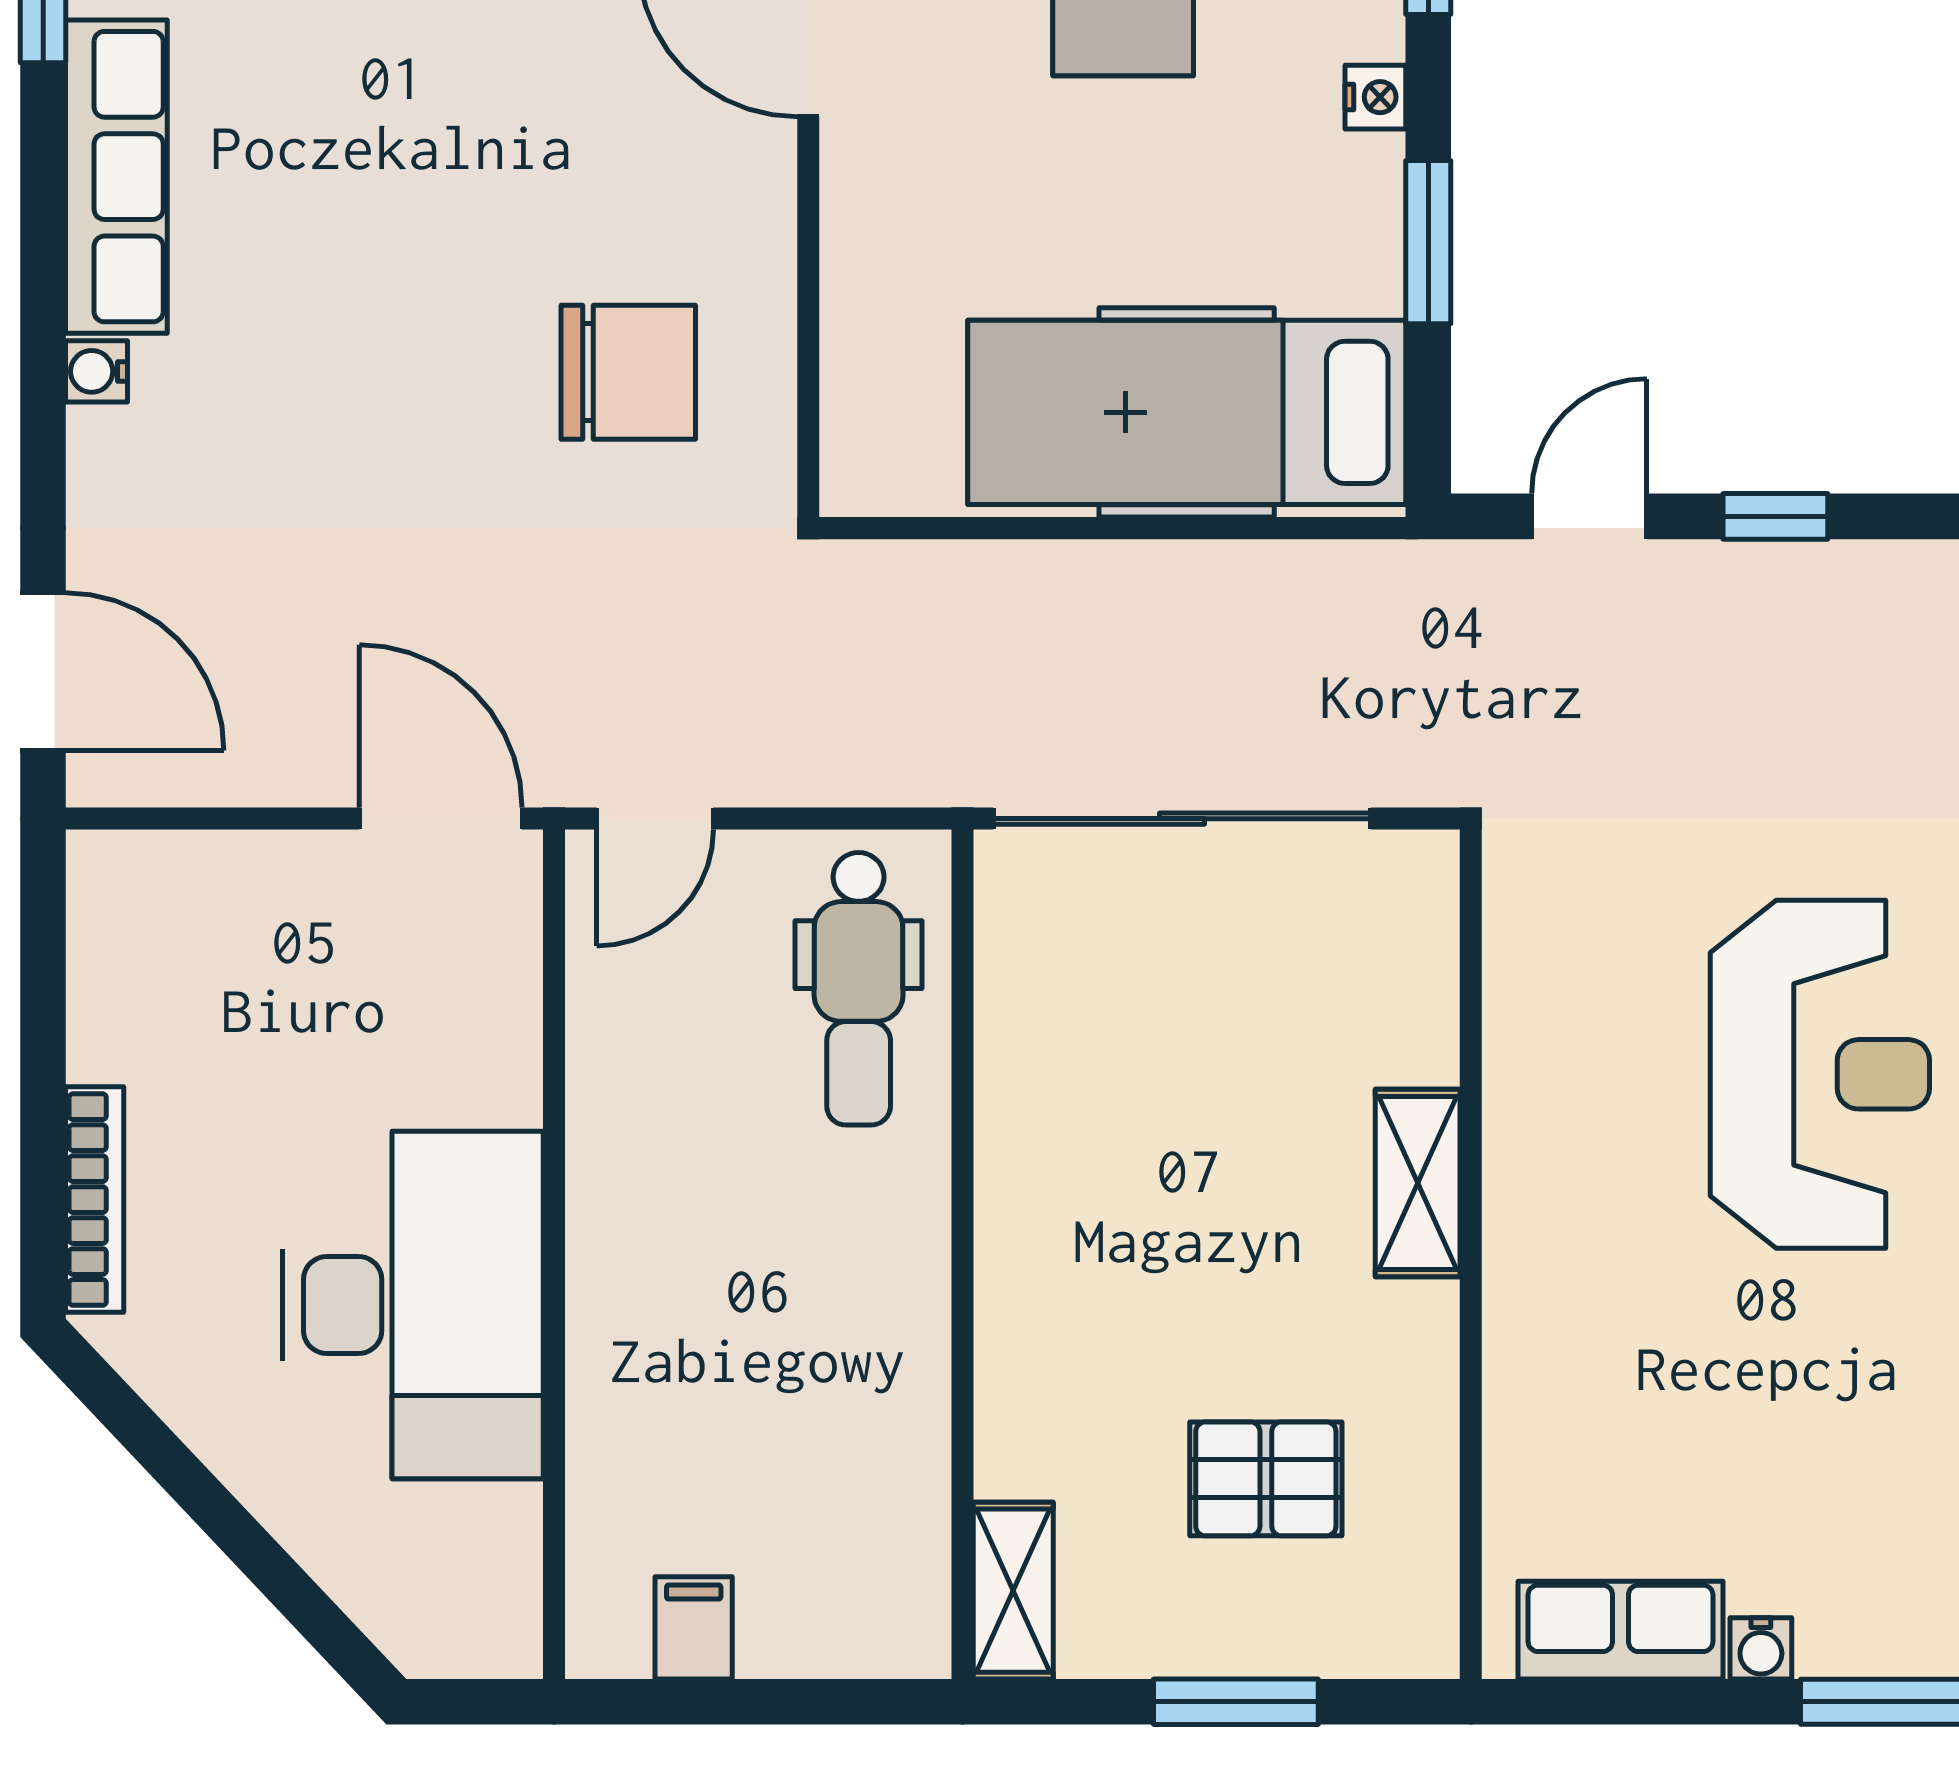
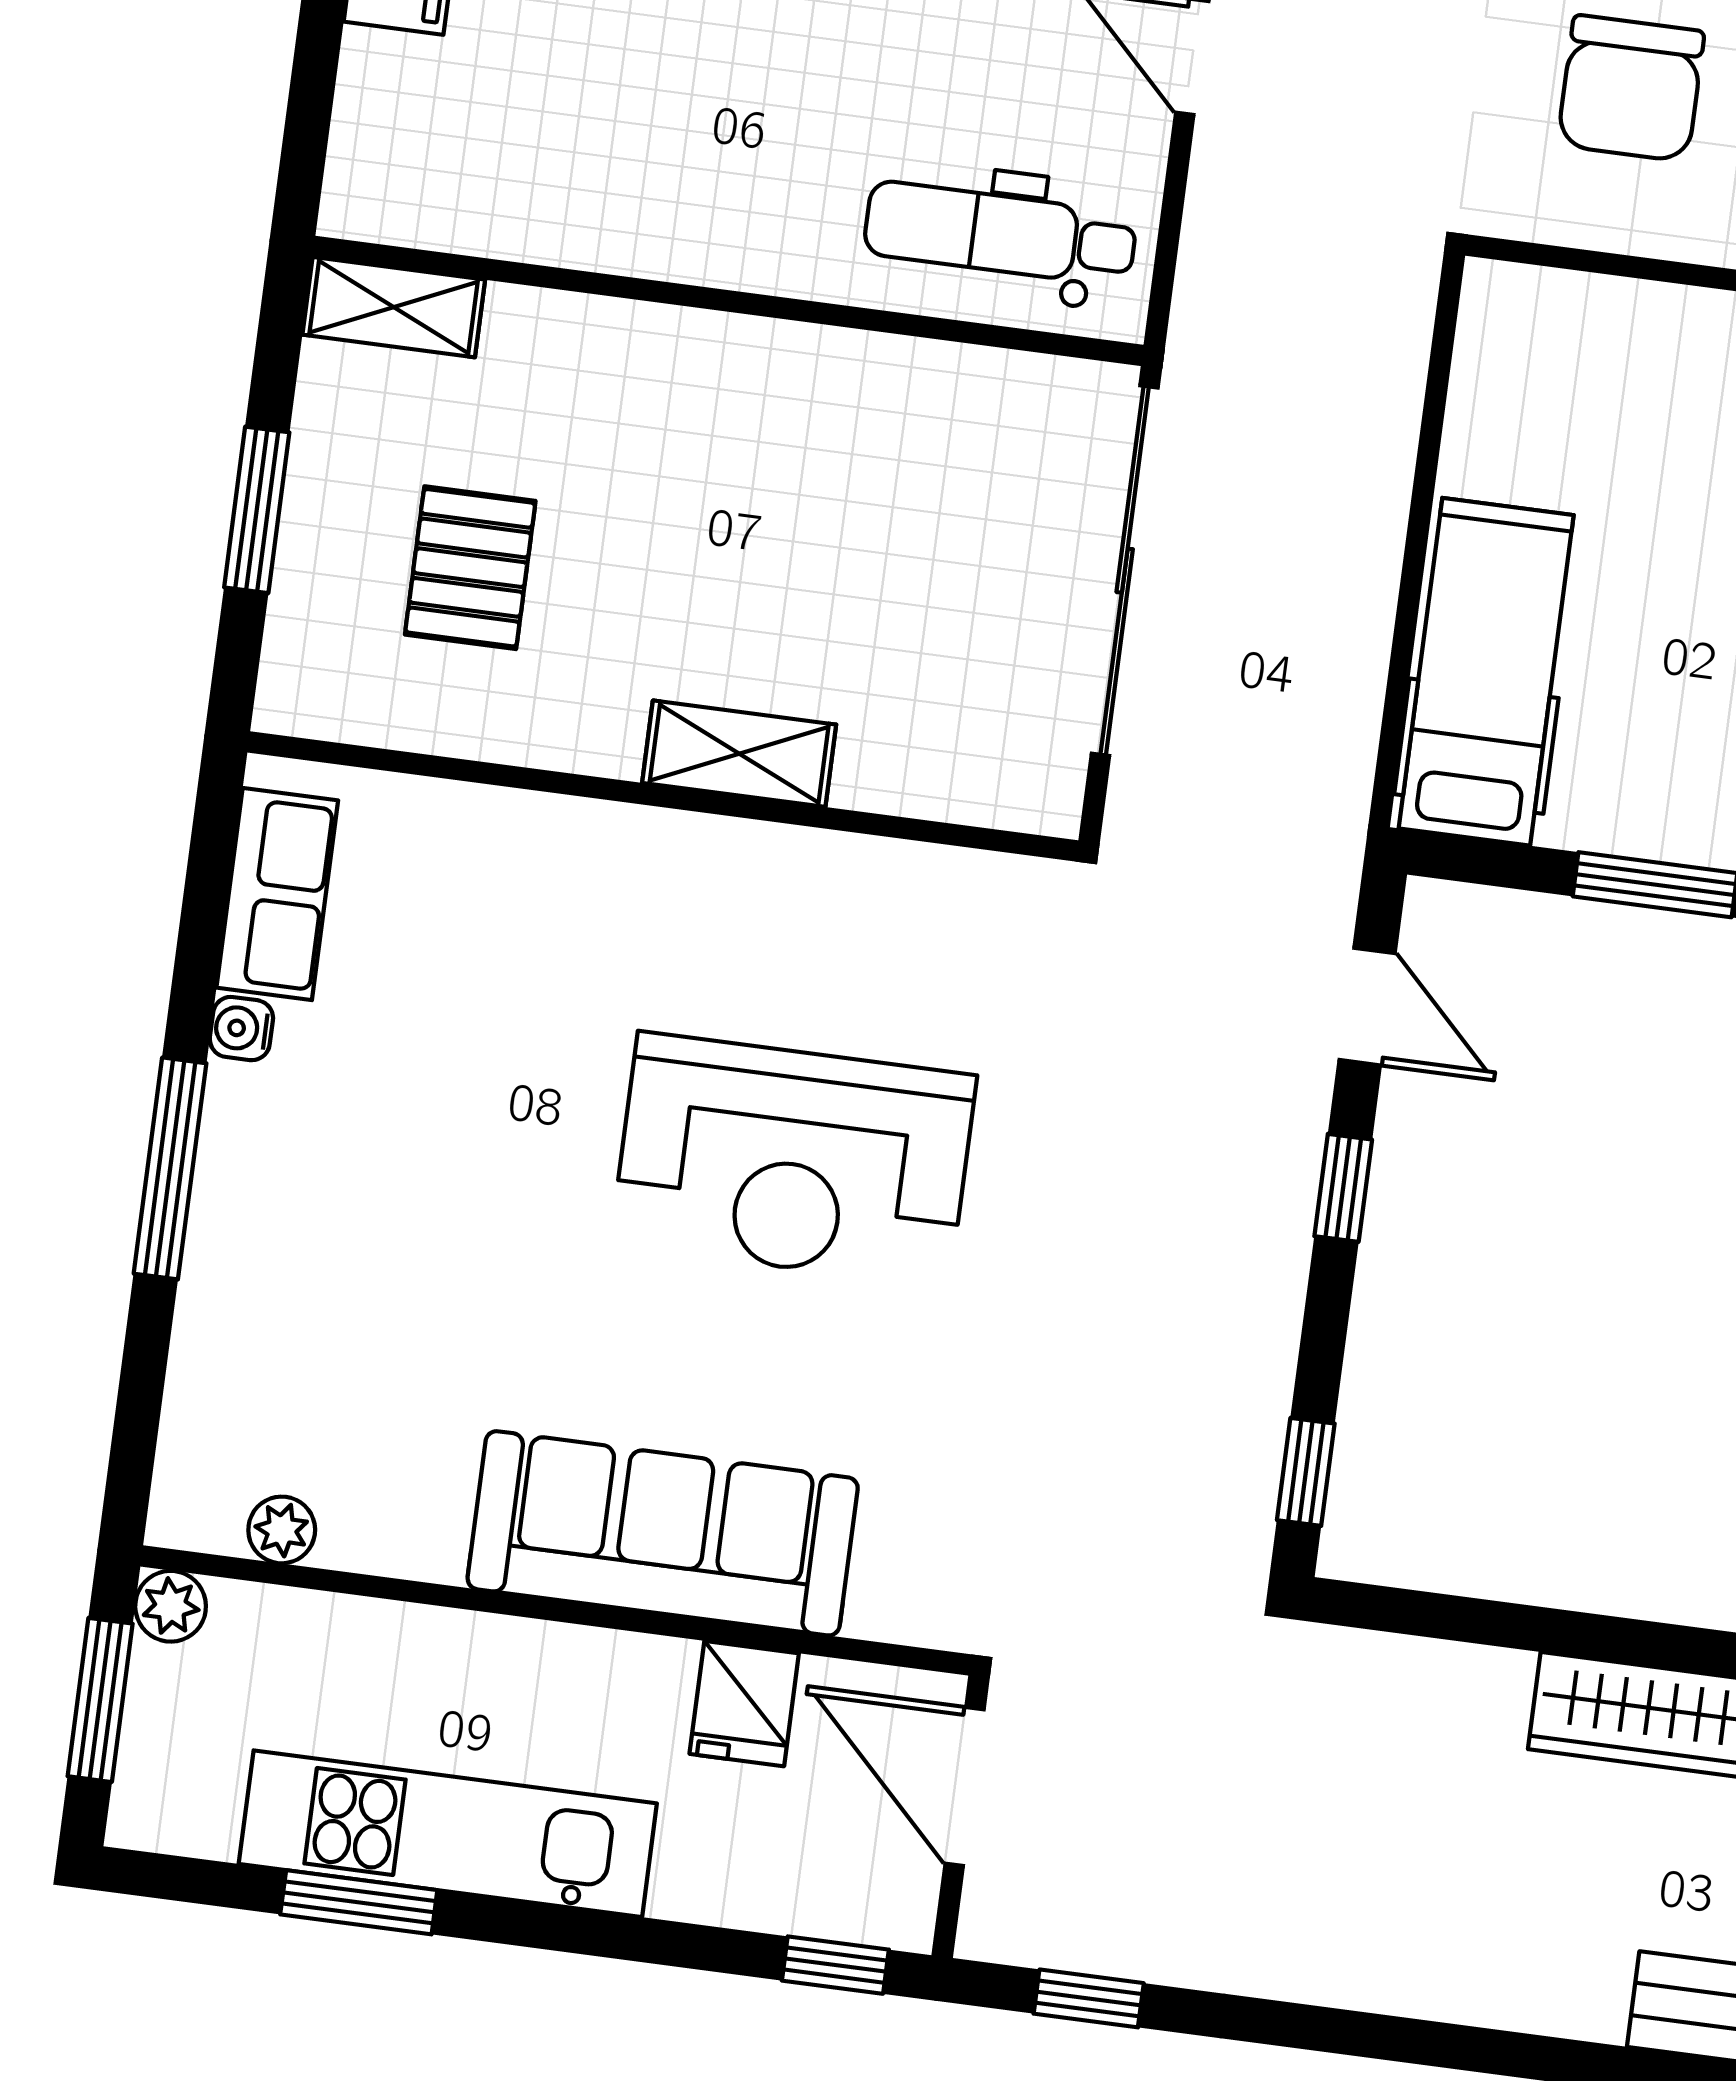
hospital bed: (1187, 412) -> (1486, 672), width x0.73, depth x0.78

